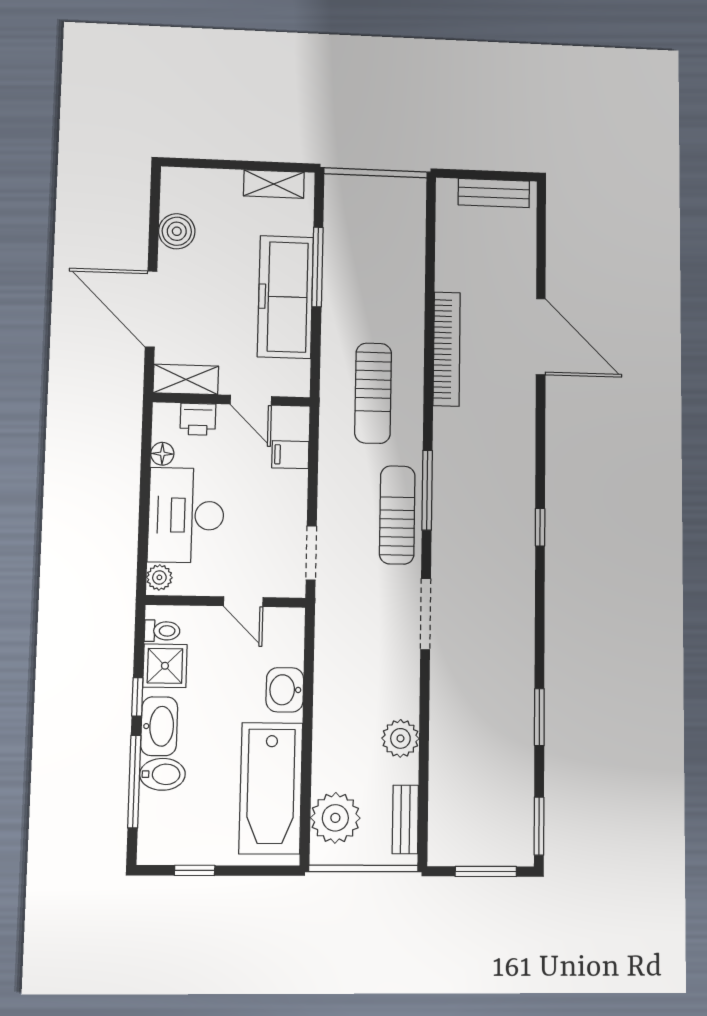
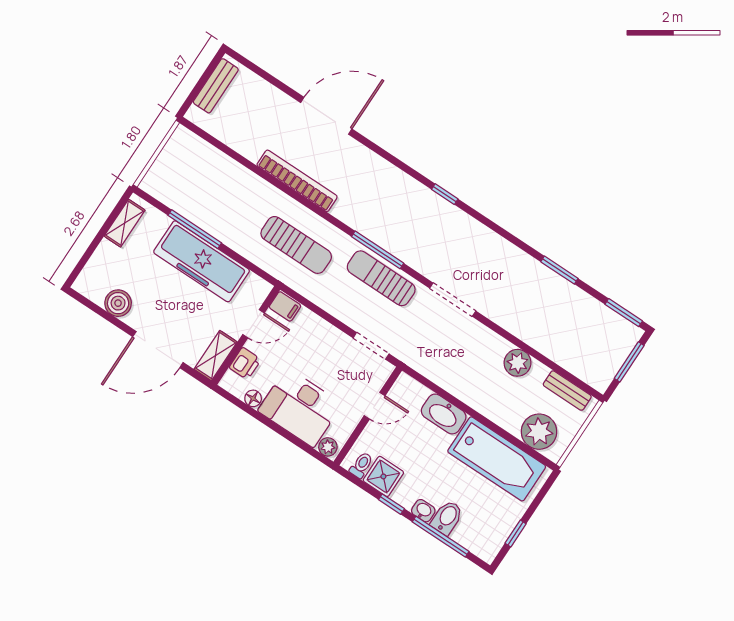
filing cabinet: (290, 455) -> (285, 306), moved, turned -90
washbasin: (285, 690) -> (444, 414), width x1.38
washbasin: (159, 726) -> (423, 511), width x0.52, depth x0.69

